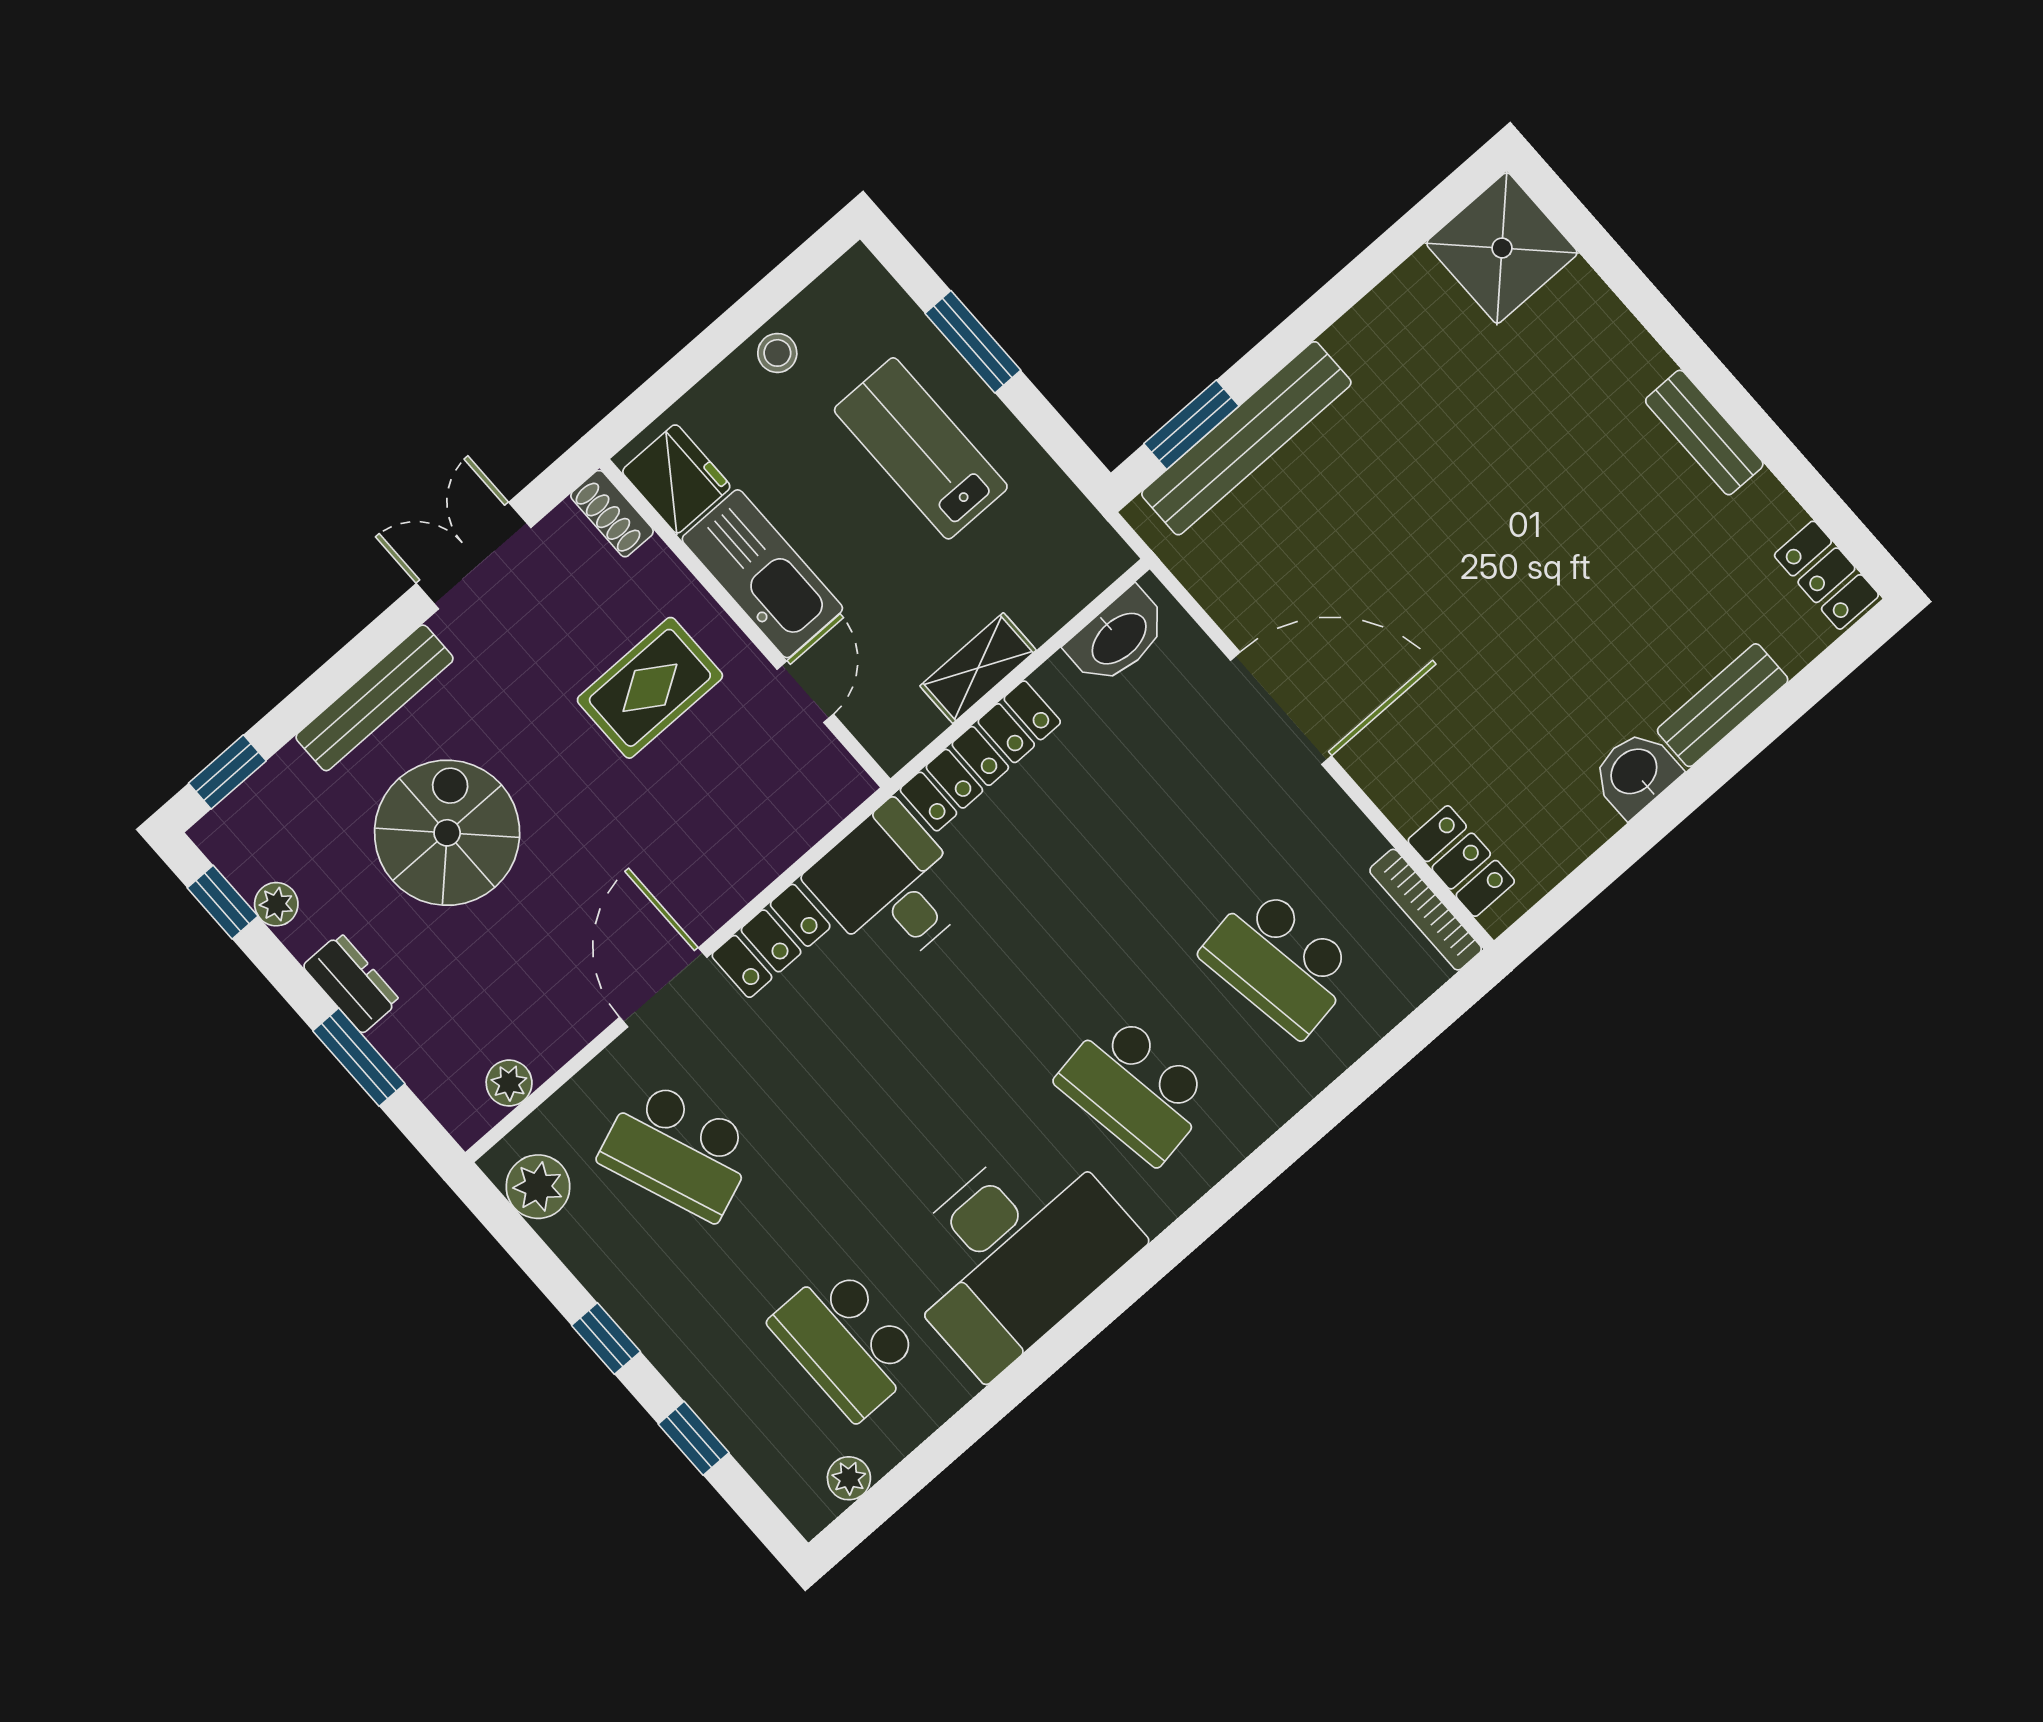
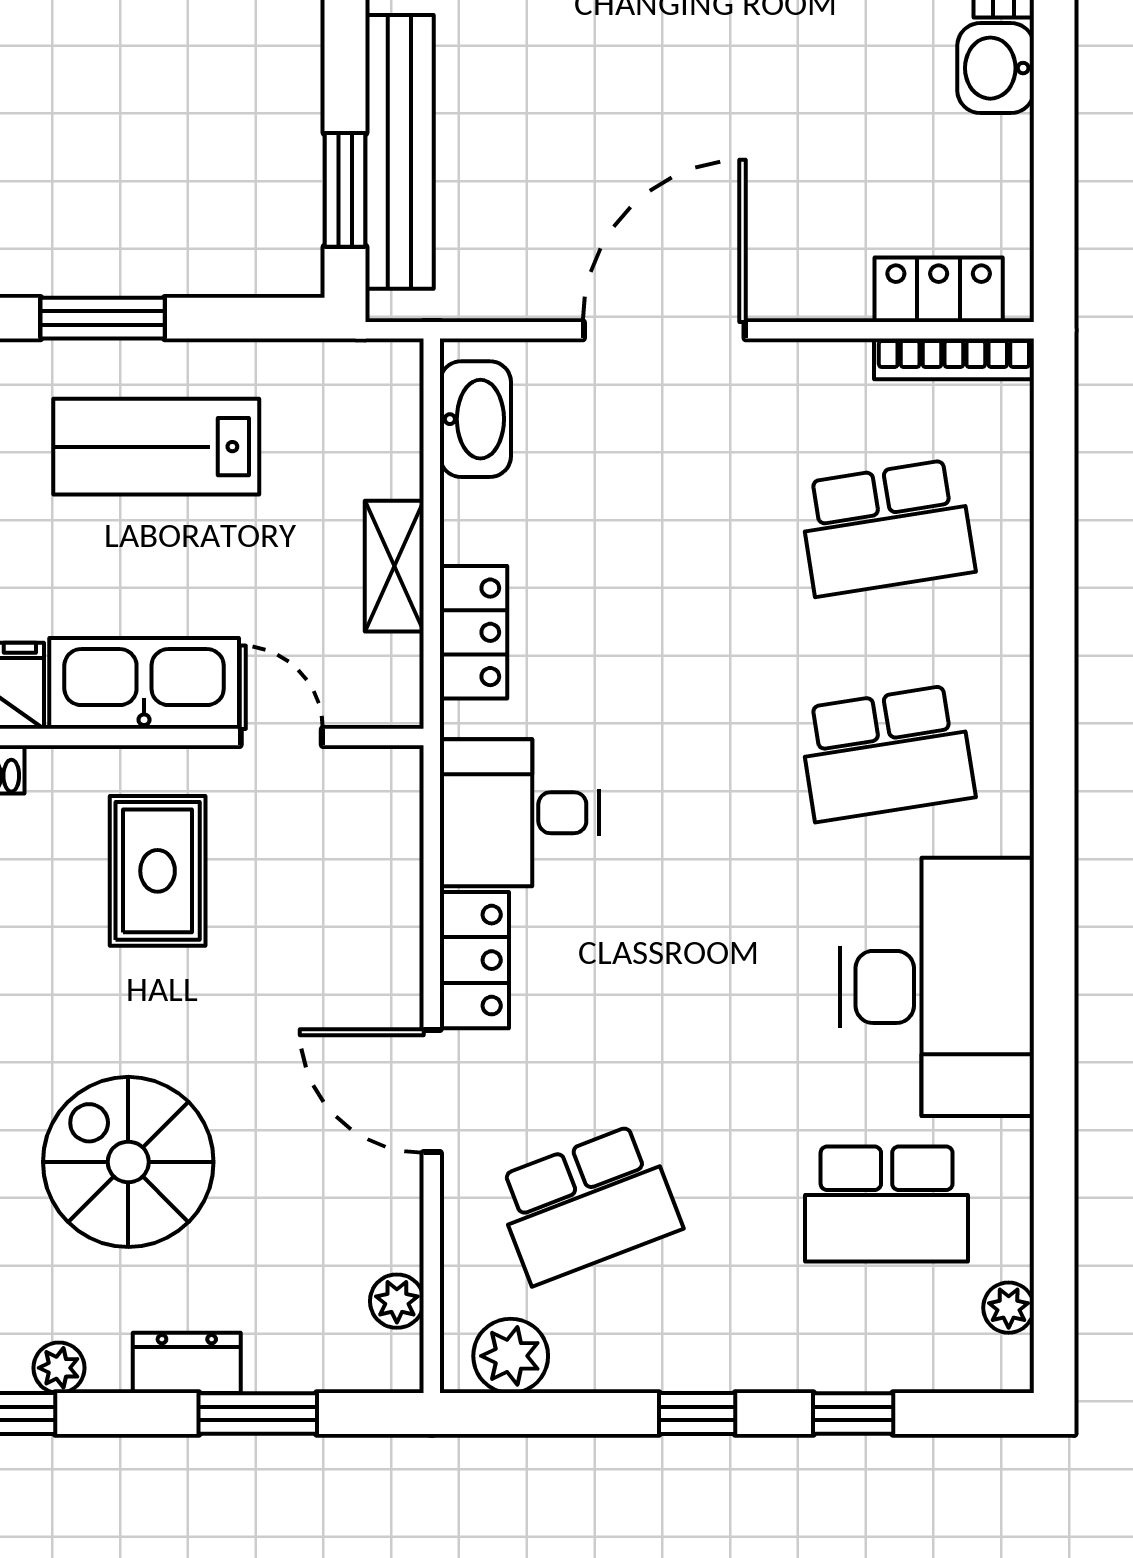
locker: (980, 756) -> (474, 632), width x0.66

